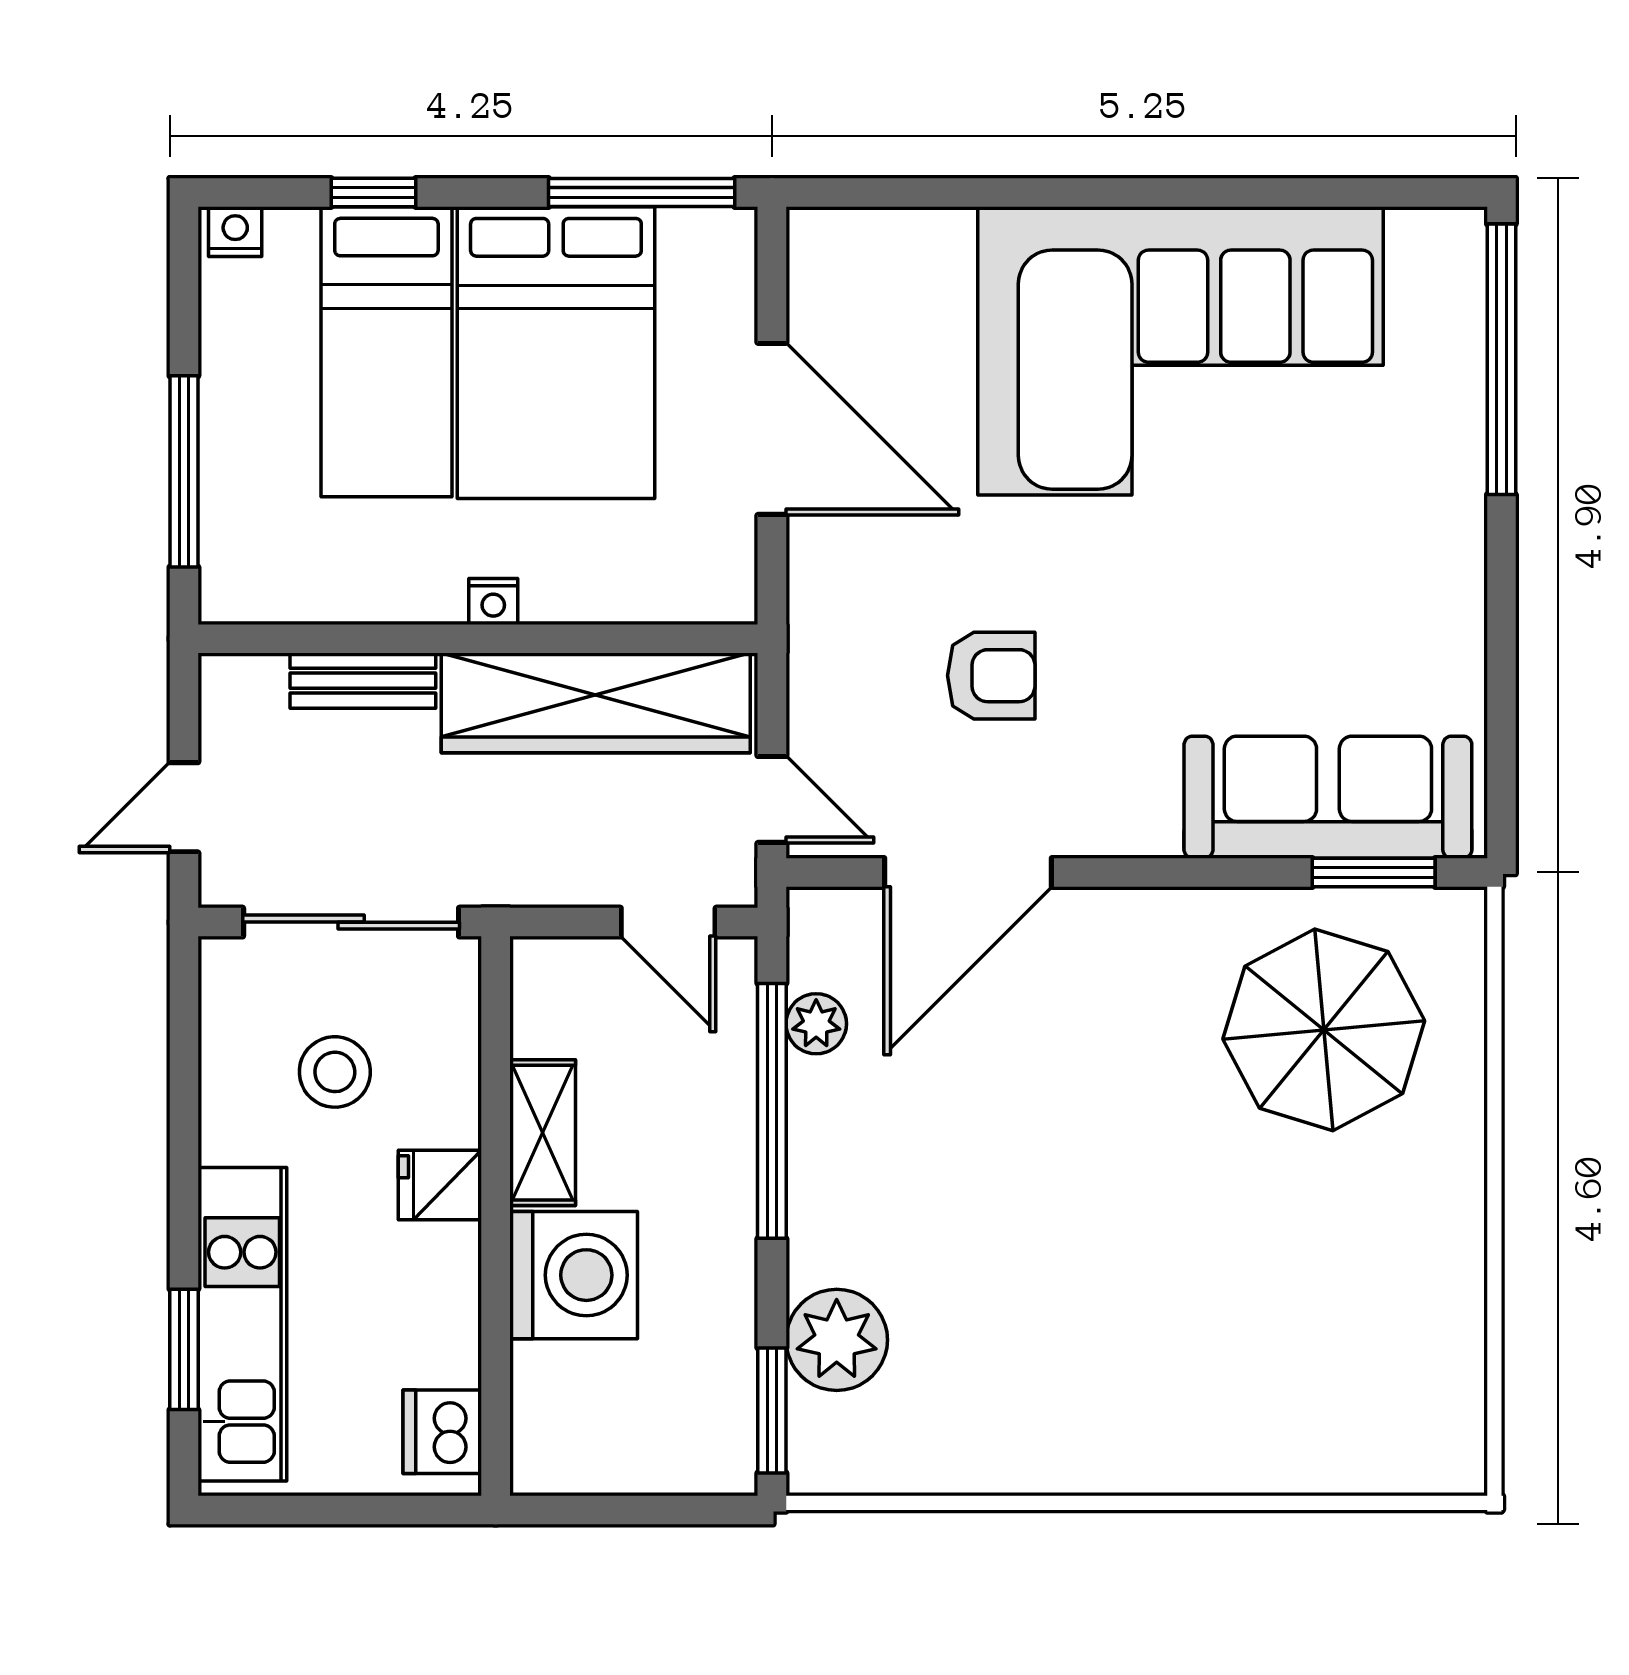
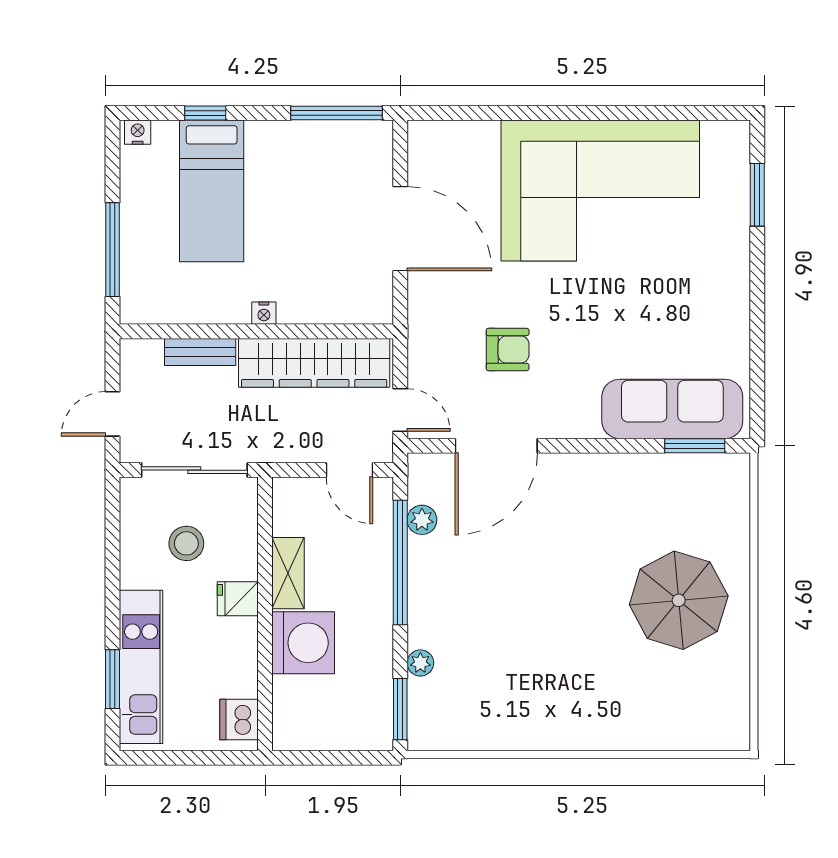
bed: (556, 353) -> (295, 191), removed
window: (1501, 359) -> (757, 195), width x0.47
parasol: (1324, 1030) -> (679, 600), moved
plant: (837, 1340) -> (420, 663), width x0.53, depth x0.53

